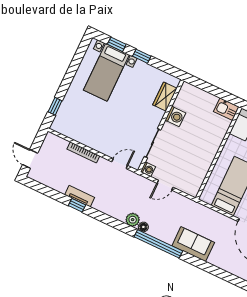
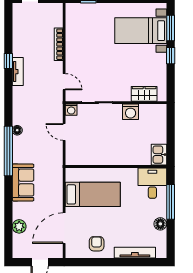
window: (117, 44) -> (171, 28), width x1.50
tv unit: (80, 196) -> (18, 72), moved
plant: (133, 220) -> (19, 226), moved

